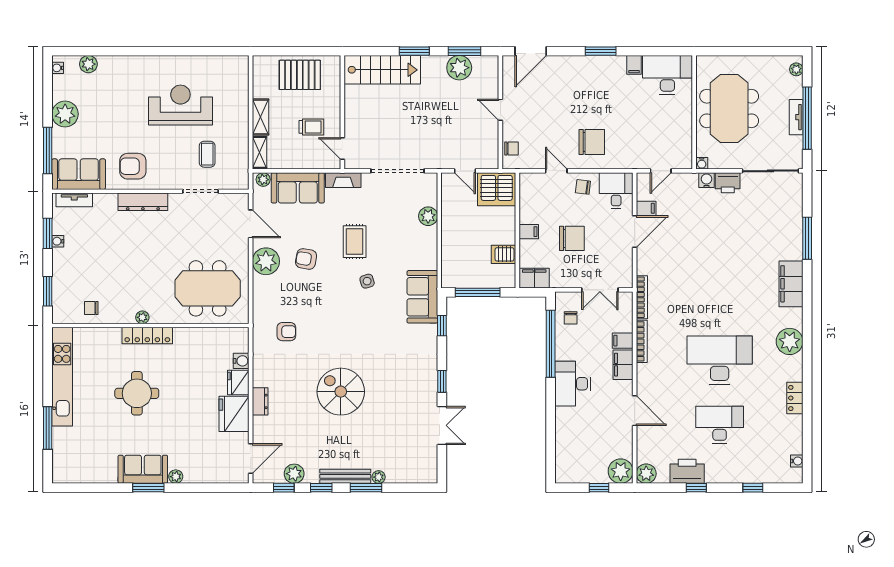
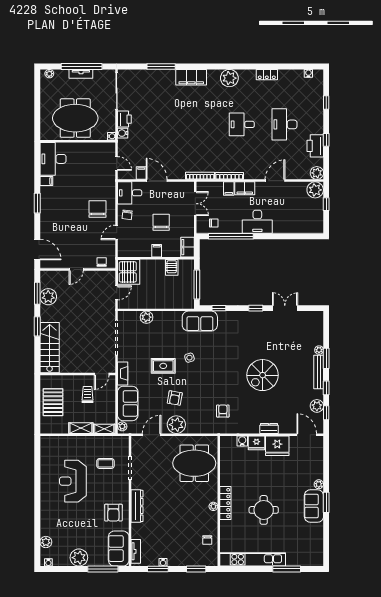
meeting table: (208, 288) -> (194, 463), turned 90
desk: (720, 360) -> (242, 124), width x0.53, depth x0.77

